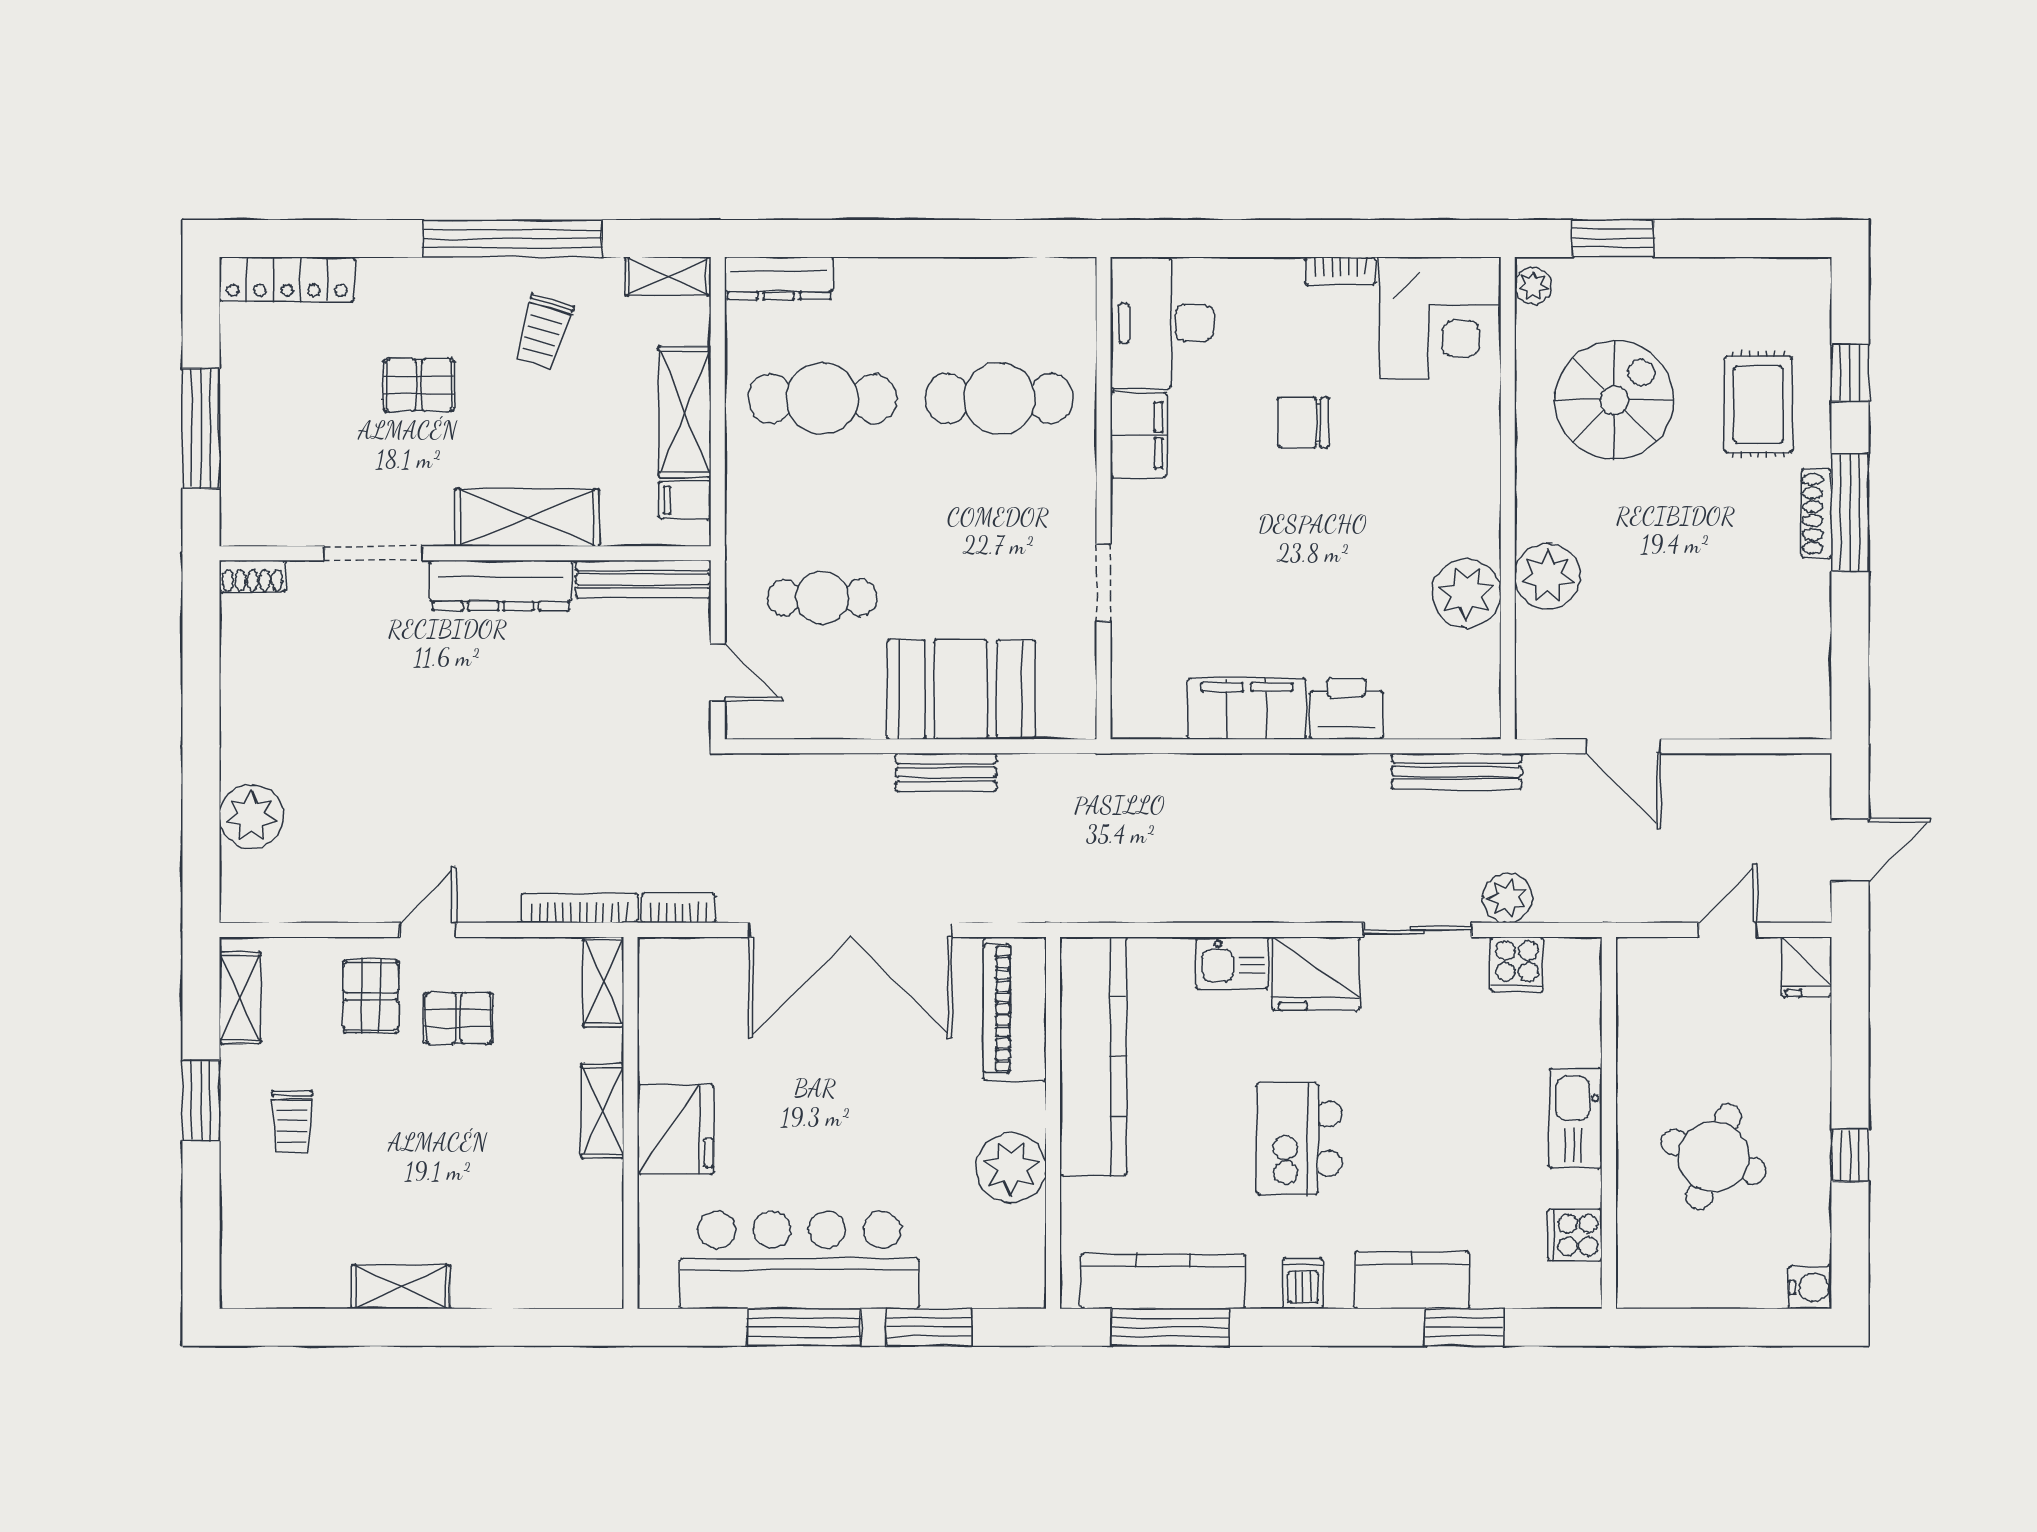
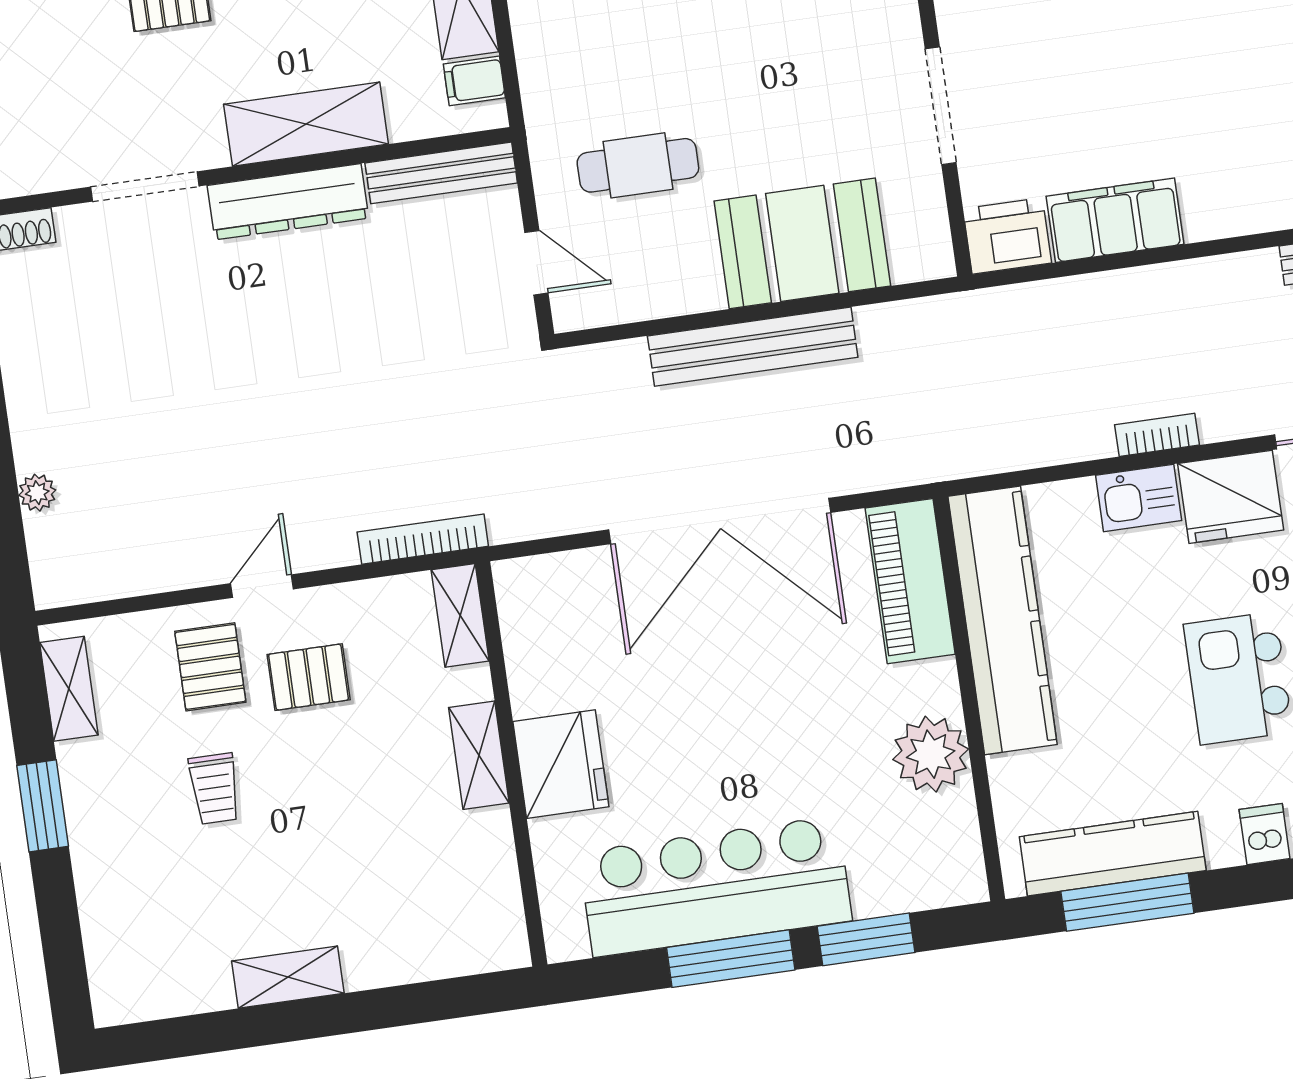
doorway: (1104, 583) -> (941, 106), width x1.38
printer: (1346, 709) -> (1007, 236), moved
bench: (946, 772) -> (753, 347), width x1.86, depth x1.21
plant: (252, 816) -> (37, 493), width x0.53, depth x0.53
bookcase: (678, 908) -> (1157, 435), moved
trolley: (292, 1121) -> (215, 789), moved

